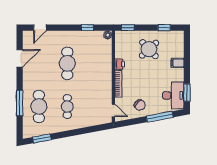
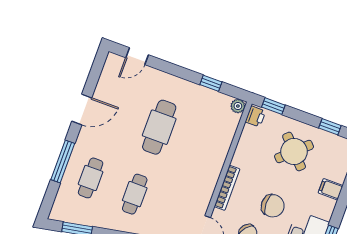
door: (20, 58) -> (82, 110), moved
printer: (120, 64) -> (255, 116), moved
chair: (148, 84) -> (273, 206), added
cafe table: (39, 107) -> (91, 178), width x0.73, depth x0.74

